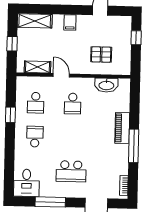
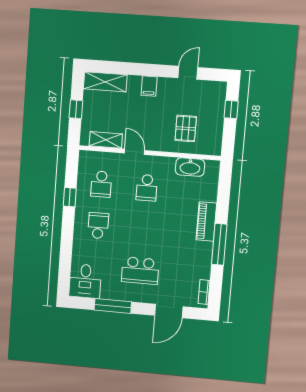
pallet: (101, 55) -> (186, 128), turned 90

